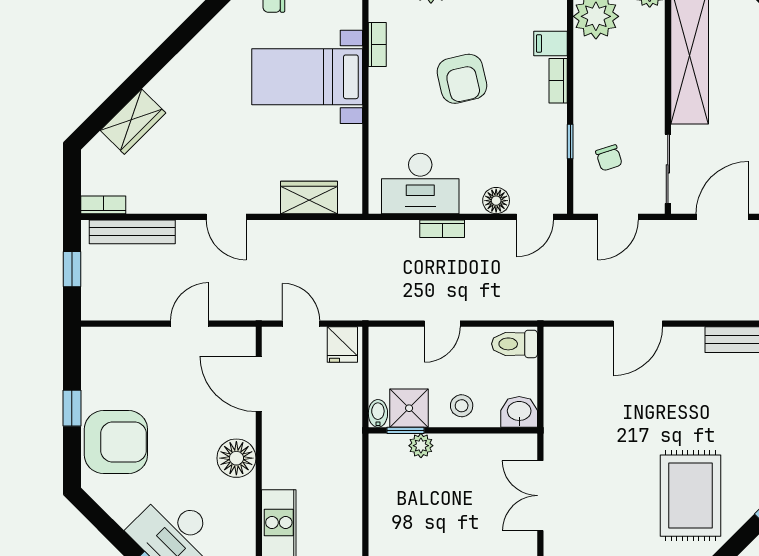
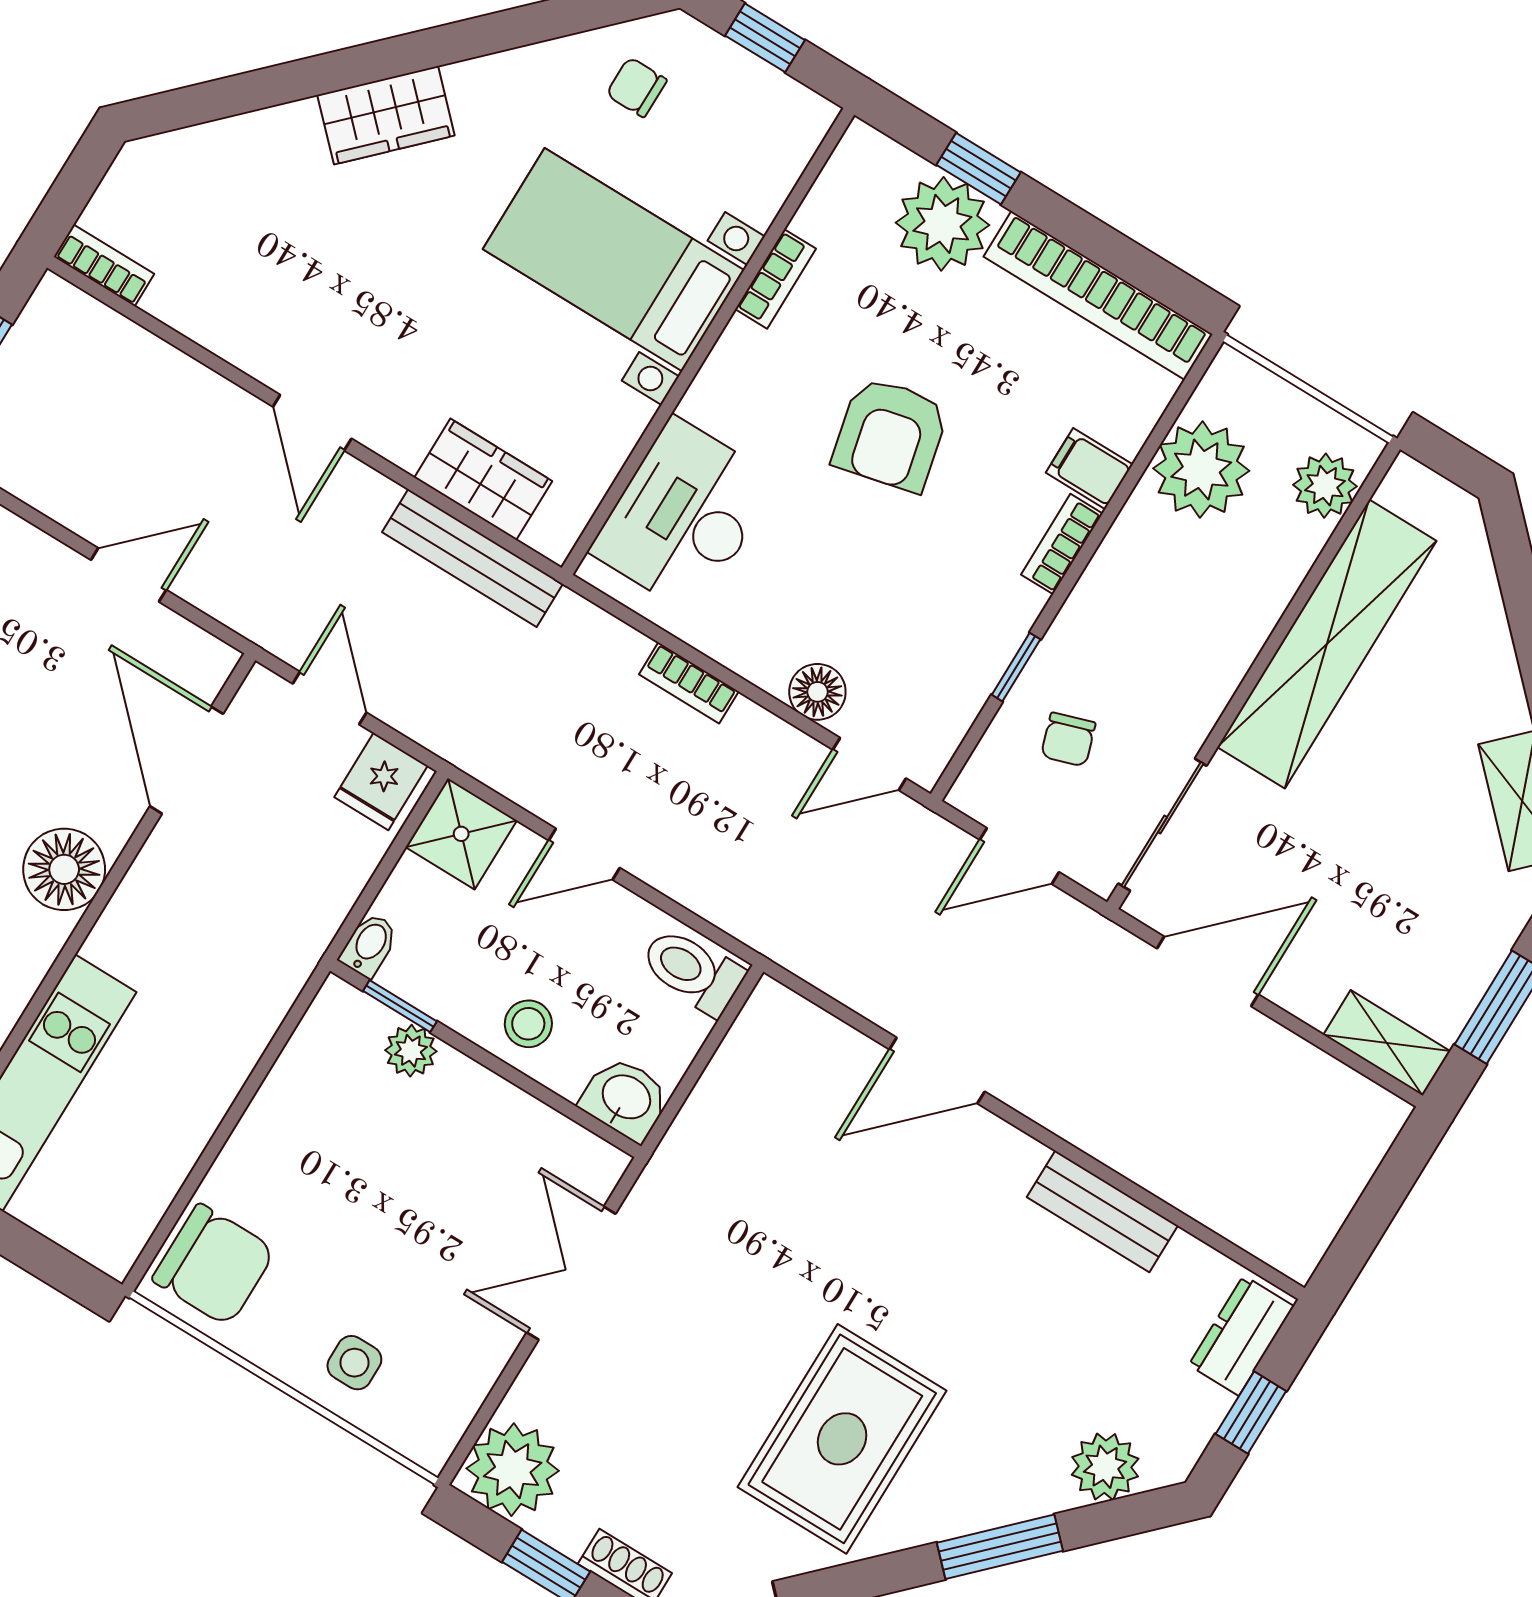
wardrobe: (133, 122) -> (386, 115), moved
desk: (420, 184) -> (684, 516), moved, turned 90
bench: (132, 232) -> (472, 558), moved
shower: (409, 408) -> (461, 834), moved

